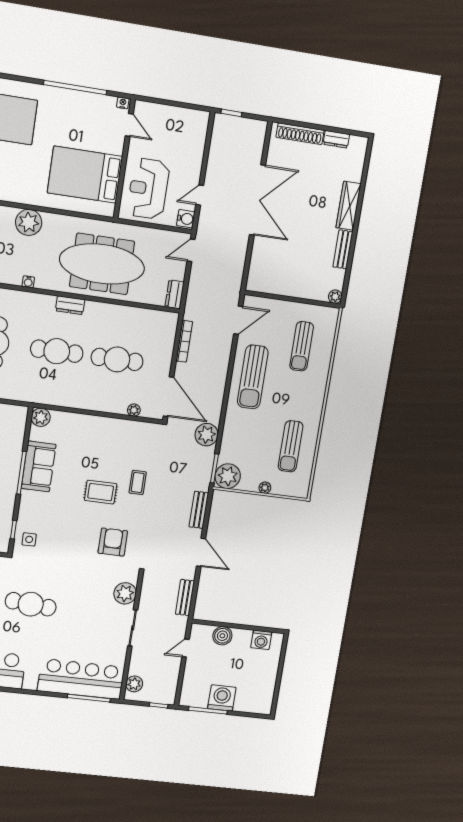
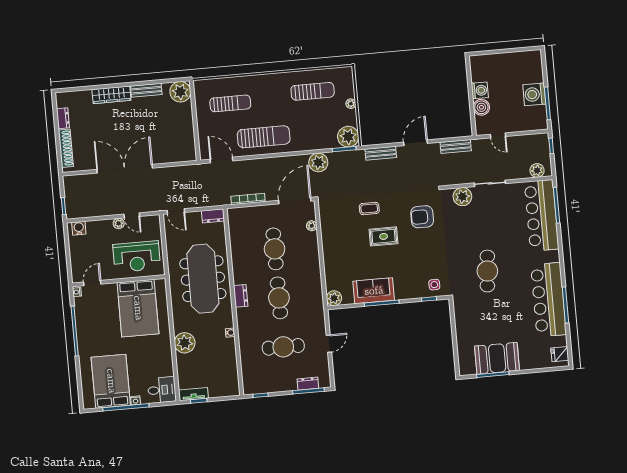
plant: (194, 176) -> (119, 223), added
water cooler: (186, 219) -> (79, 228), moved
plant: (335, 297) -> (180, 92), width x1.87, depth x1.87
rug: (101, 492) -> (384, 236), turned 90
washing machine: (261, 640) -> (480, 90), moved

